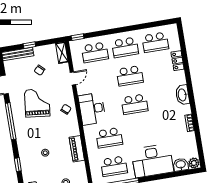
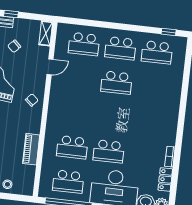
window: (78, 37) -> (169, 32), moved
locker: (177, 61) -> (165, 179), moved
washbasin: (182, 95) -> (171, 122), removed
school desk: (135, 104) -> (109, 151), moved
desk: (92, 109) -> (62, 108), removed

